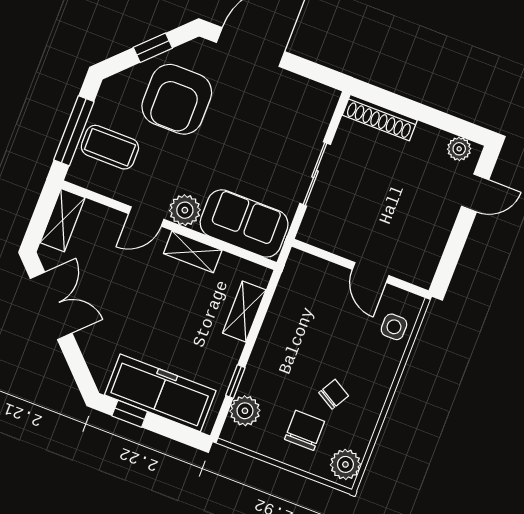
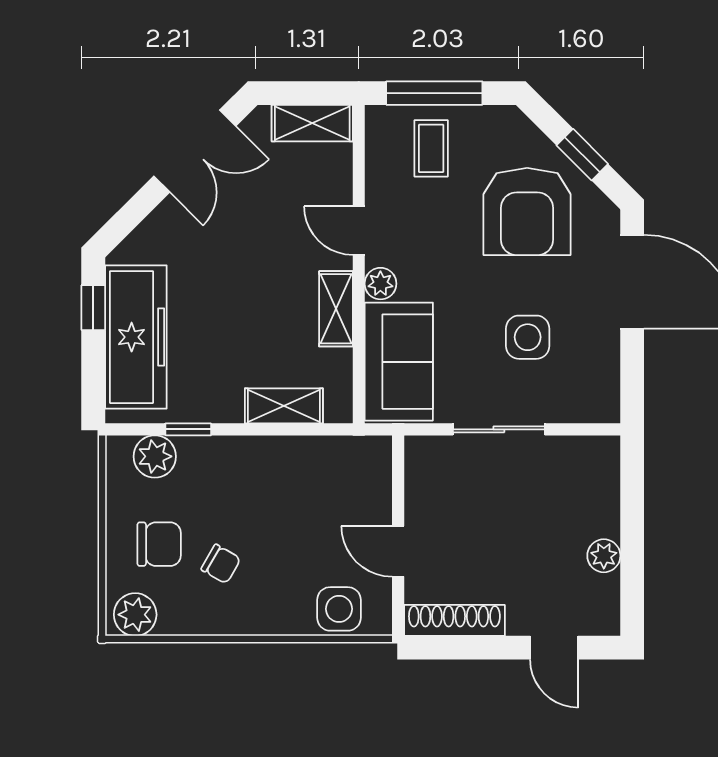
armchair: (177, 99) -> (527, 212), turned -90
shoe rack: (380, 118) -> (454, 620), moved, turned 90
side table: (261, 131) -> (528, 337), added
coffee table: (110, 147) -> (431, 148), width x0.73, depth x0.77
plant: (459, 149) -> (604, 556), moved
plant: (185, 210) -> (380, 284), width x0.73, depth x0.73
door: (371, 273) -> (398, 551), hinge flipped
side table: (394, 327) -> (339, 609), width x1.37, depth x1.37

